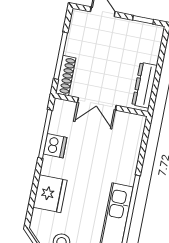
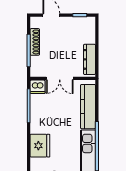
shoe rack: (66, 76) -> (35, 42), moved
dishwasher: (55, 146) -> (37, 87), moved, turned 90
kitchen counter: (129, 152) -> (88, 107), added

